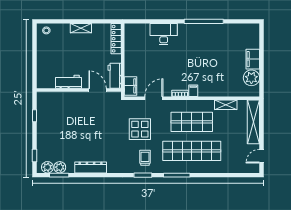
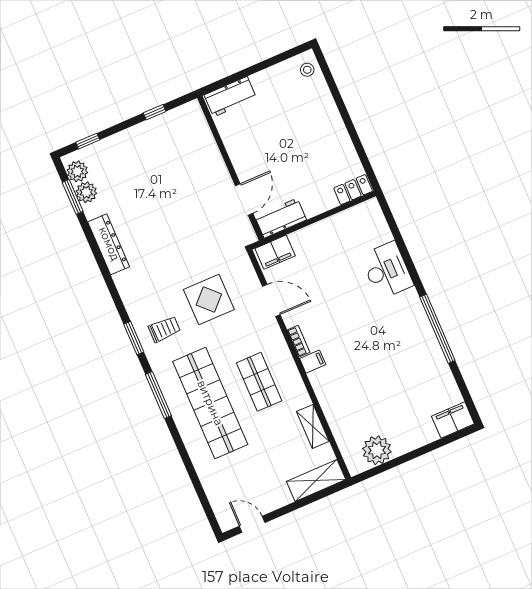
shelving: (81, 28) -> (336, 127), removed
locker: (116, 39) -> (353, 190), width x0.66
filing cabinet: (253, 59) -> (453, 420), moved
workbench: (68, 82) -> (230, 97), moved, turned 90
shop shelf: (192, 122) -> (259, 382), width x0.70, depth x0.74
shelving: (253, 122) -> (316, 480), width x0.68

